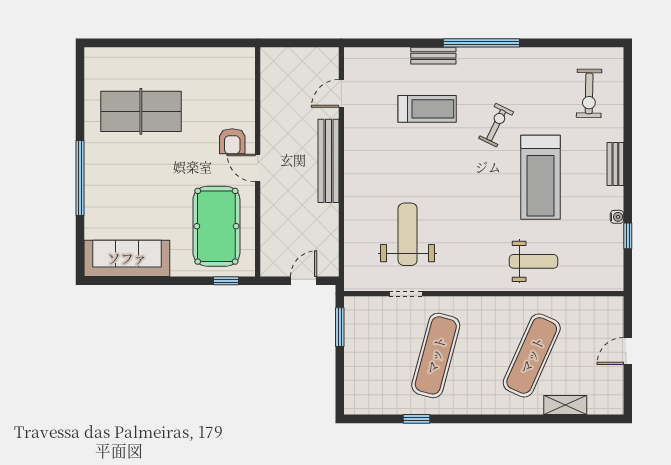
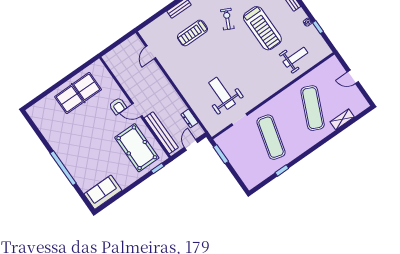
treadmill: (427, 109) -> (192, 33), turned 180
table tennis table: (141, 111) -> (78, 93), moved
bench: (328, 161) -> (161, 133), moved
dresser: (330, 238) -> (190, 118), added
sofa: (127, 258) -> (103, 192), width x0.73
weight bench: (533, 261) -> (295, 57), moved
door: (628, 351) -> (353, 77), hinge flipped

